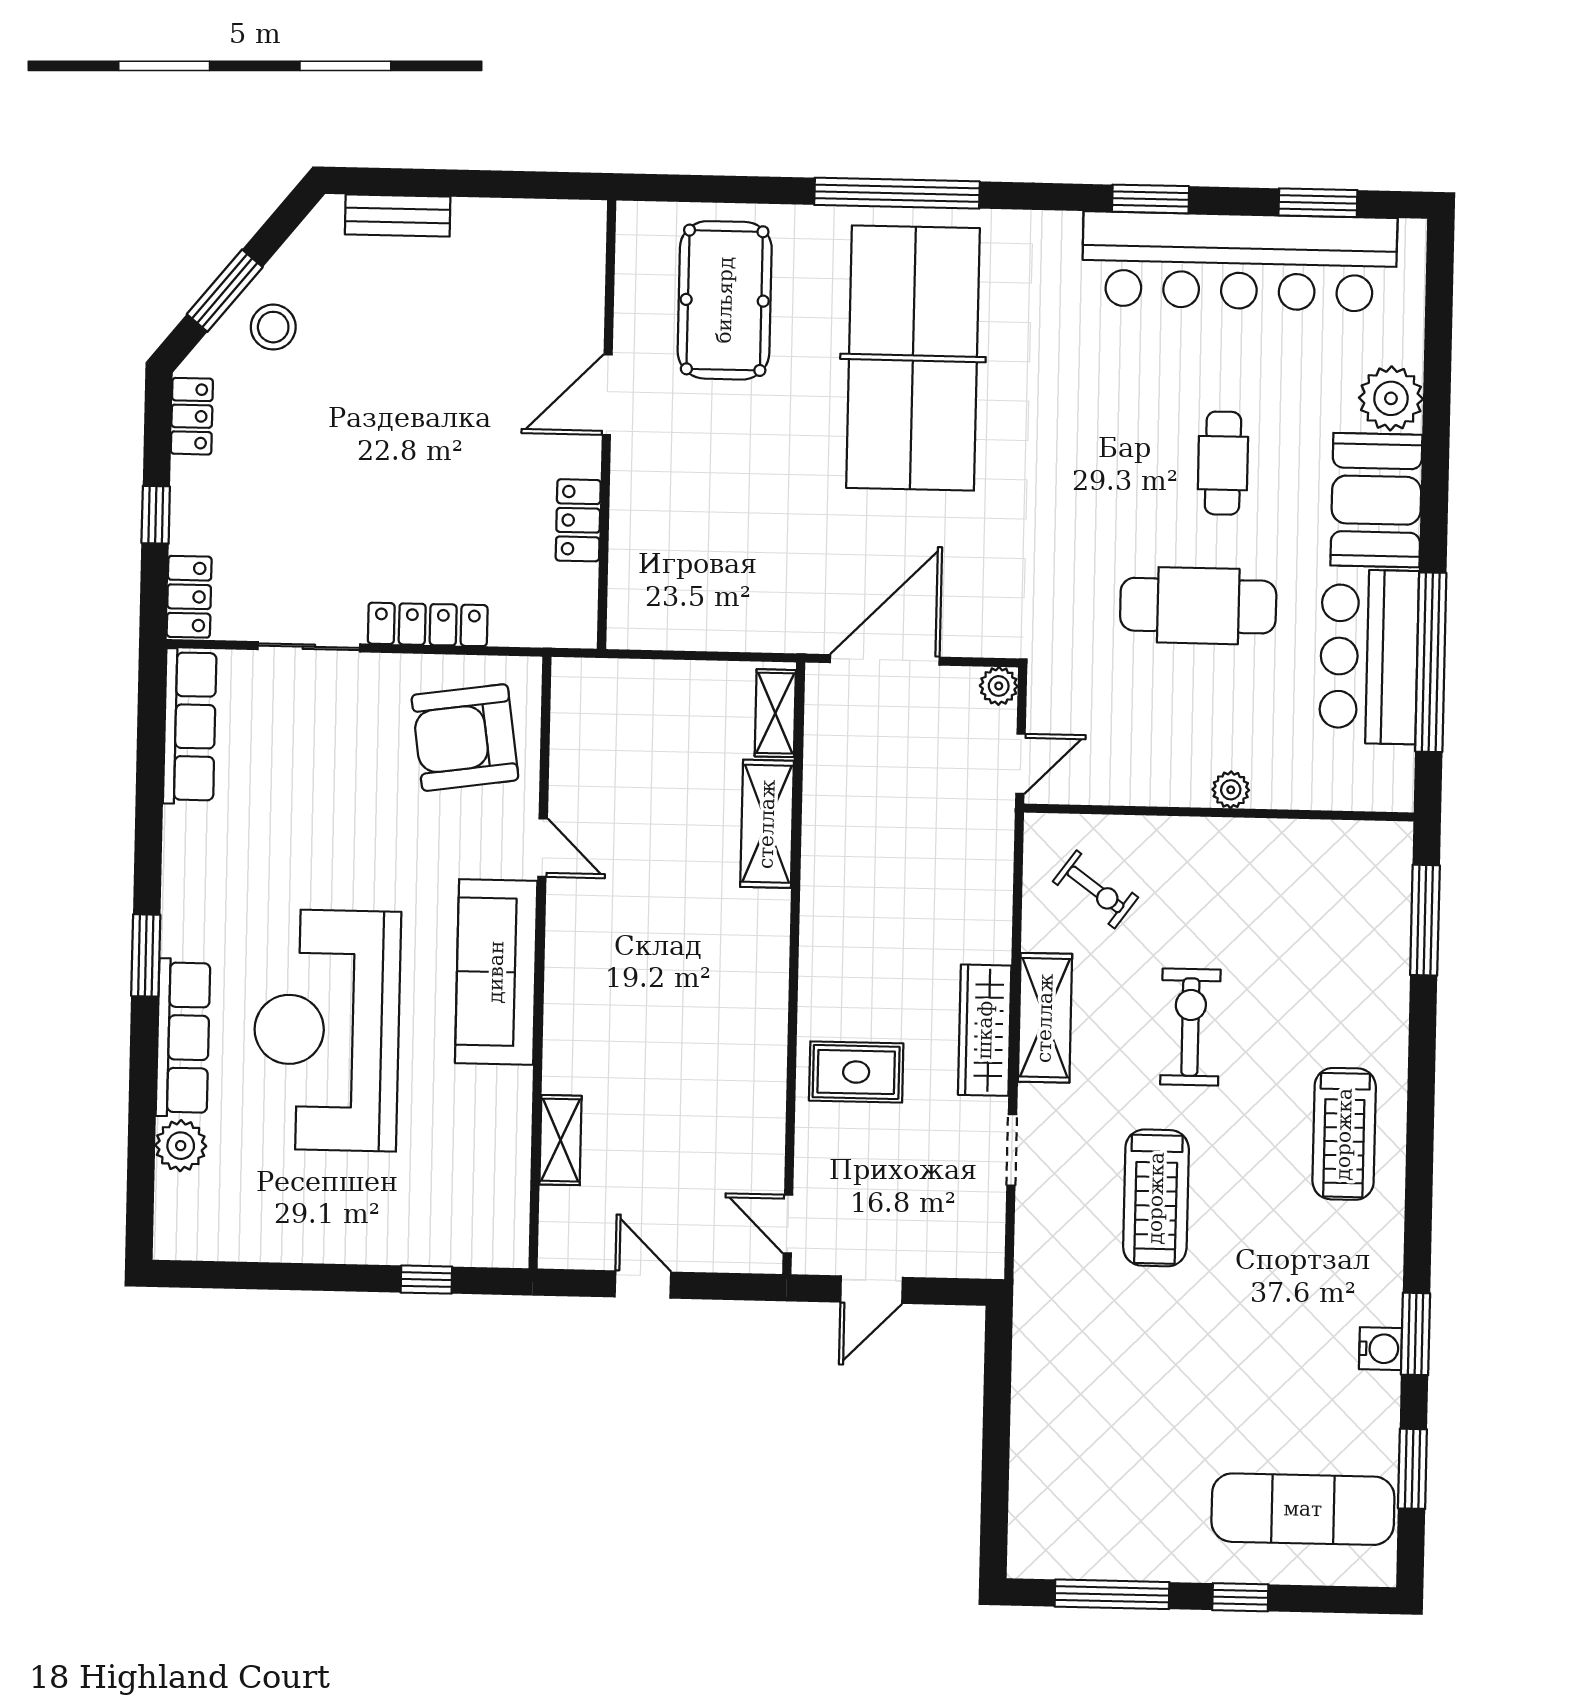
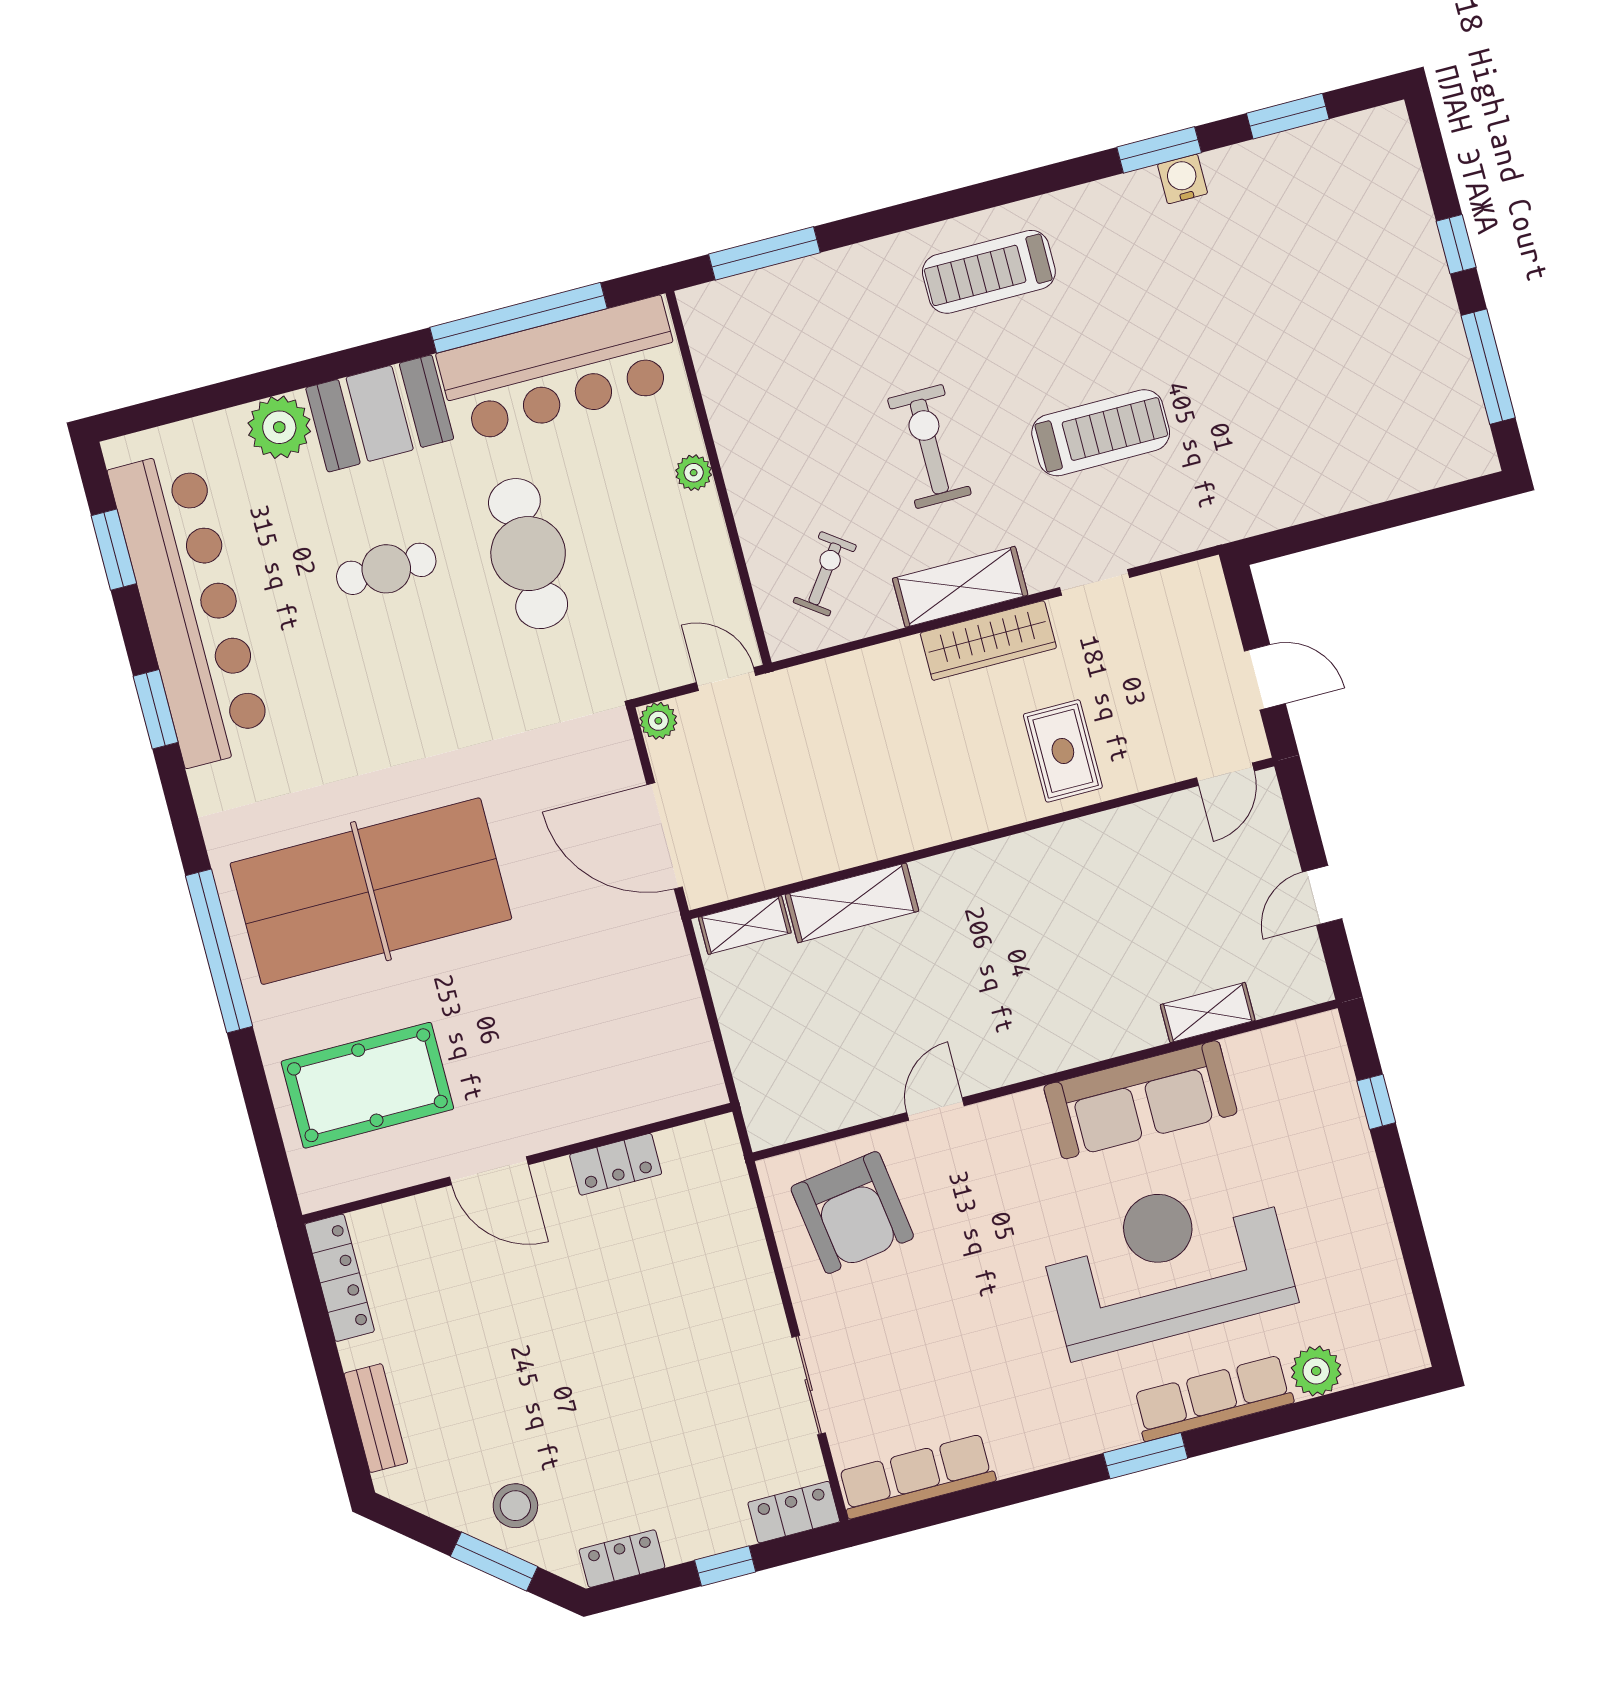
locker: (428, 624) -> (340, 1278), moved, turned 180
bar counter: (1369, 657) -> (560, 370), width x1.36
sofa: (496, 972) -> (1140, 1100), moved
exercise bike: (1190, 1027) -> (929, 447), turned 90
reception desk: (327, 1030) -> (1167, 1264), turned 180
treadmill: (1344, 1134) -> (989, 272), turned 180
exercise mat: (1303, 1509) -> (1356, 209), removed

